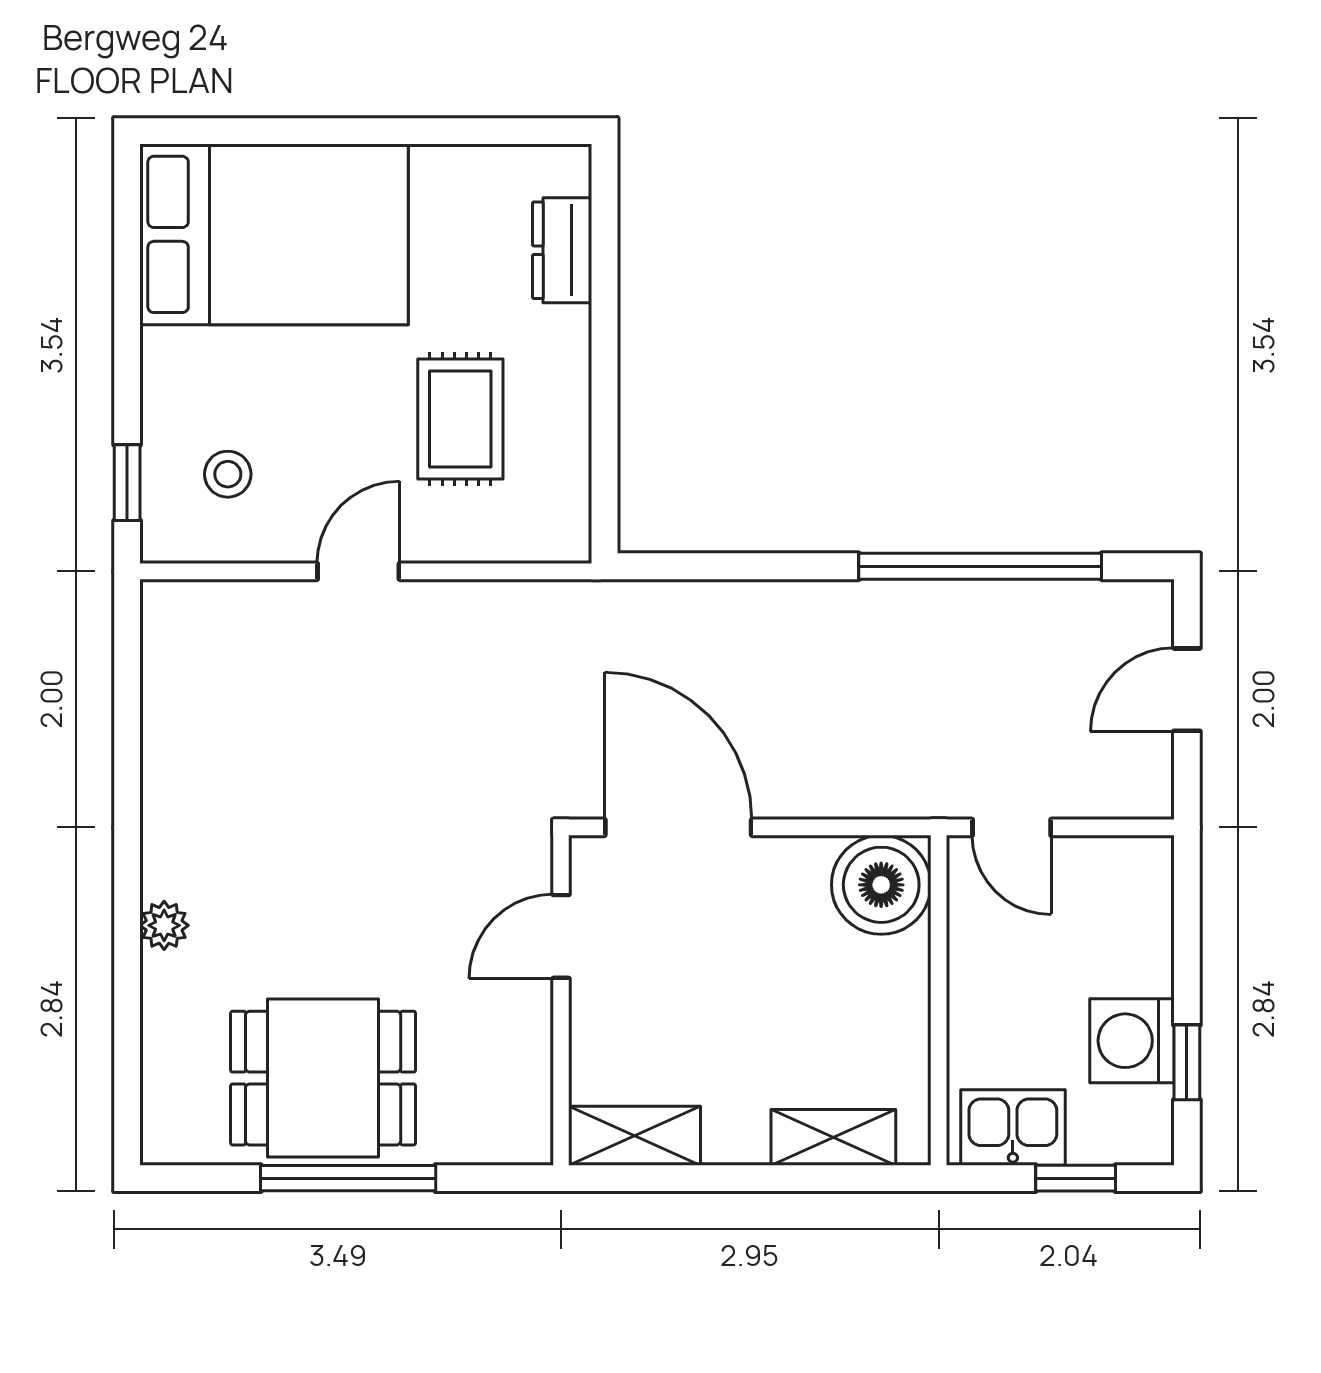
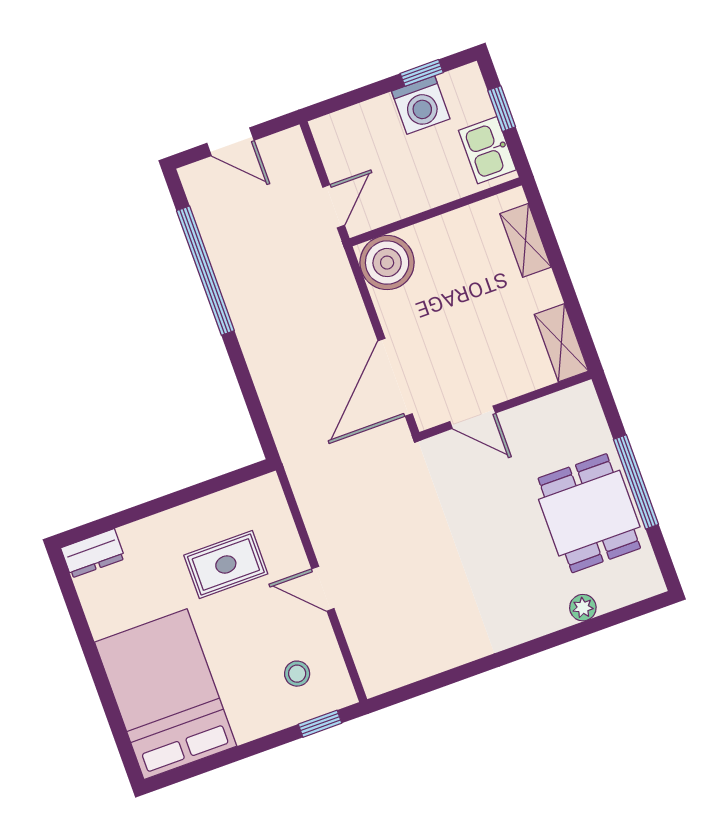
dresser: (562, 250) -> (93, 553), moved
plant: (164, 925) -> (583, 608), moved

